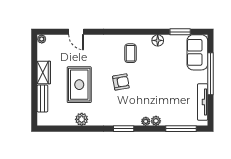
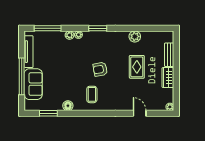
sofa: (197, 52) -> (33, 84), moved
rug: (79, 85) -> (137, 67), width x0.73, depth x0.70

